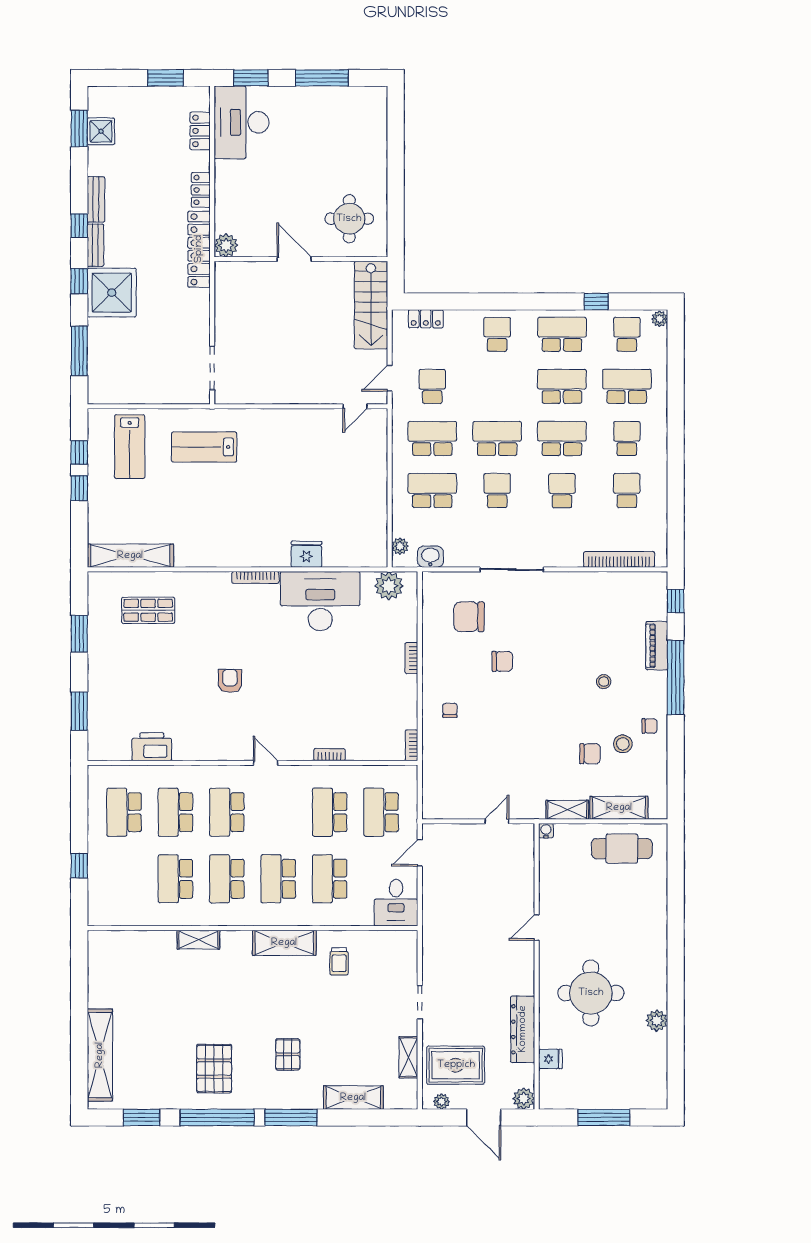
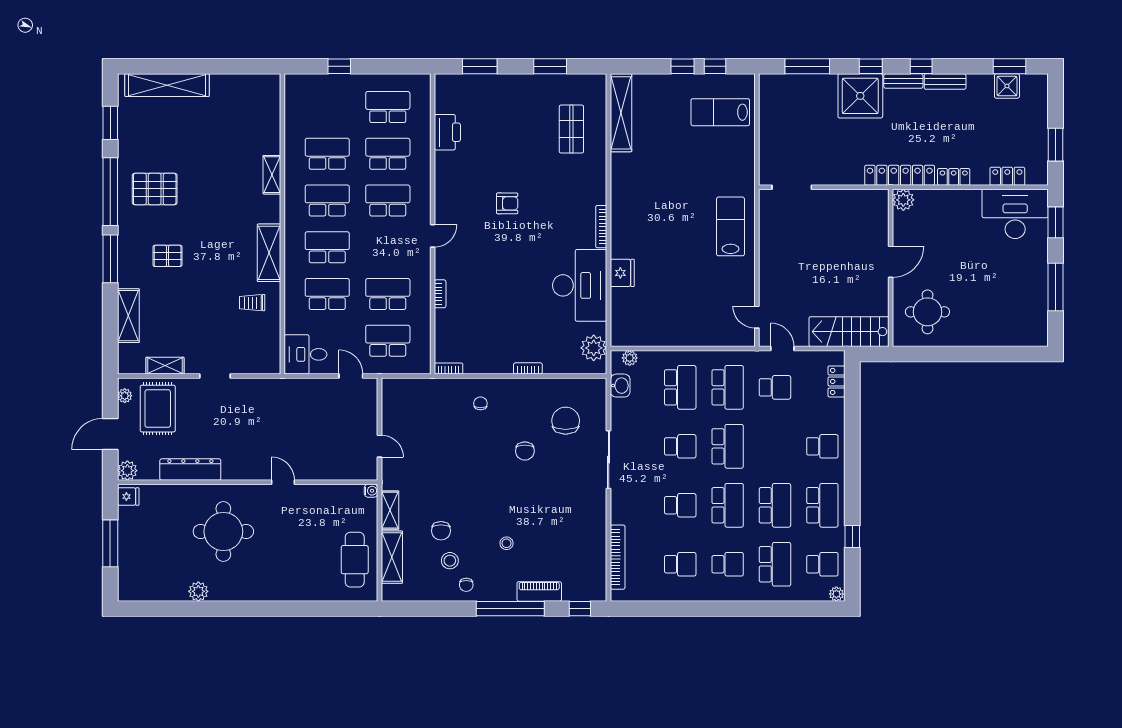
lab bench: (204, 447) -> (730, 226), moved
chair: (450, 710) -> (480, 403), turned -90
fridge: (550, 1059) -> (128, 497), moved, turned -90

